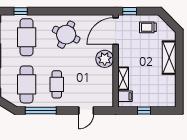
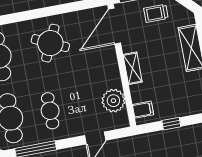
plant: (105, 59) -> (113, 101), moved
shelving: (123, 79) -> (133, 68), moved

